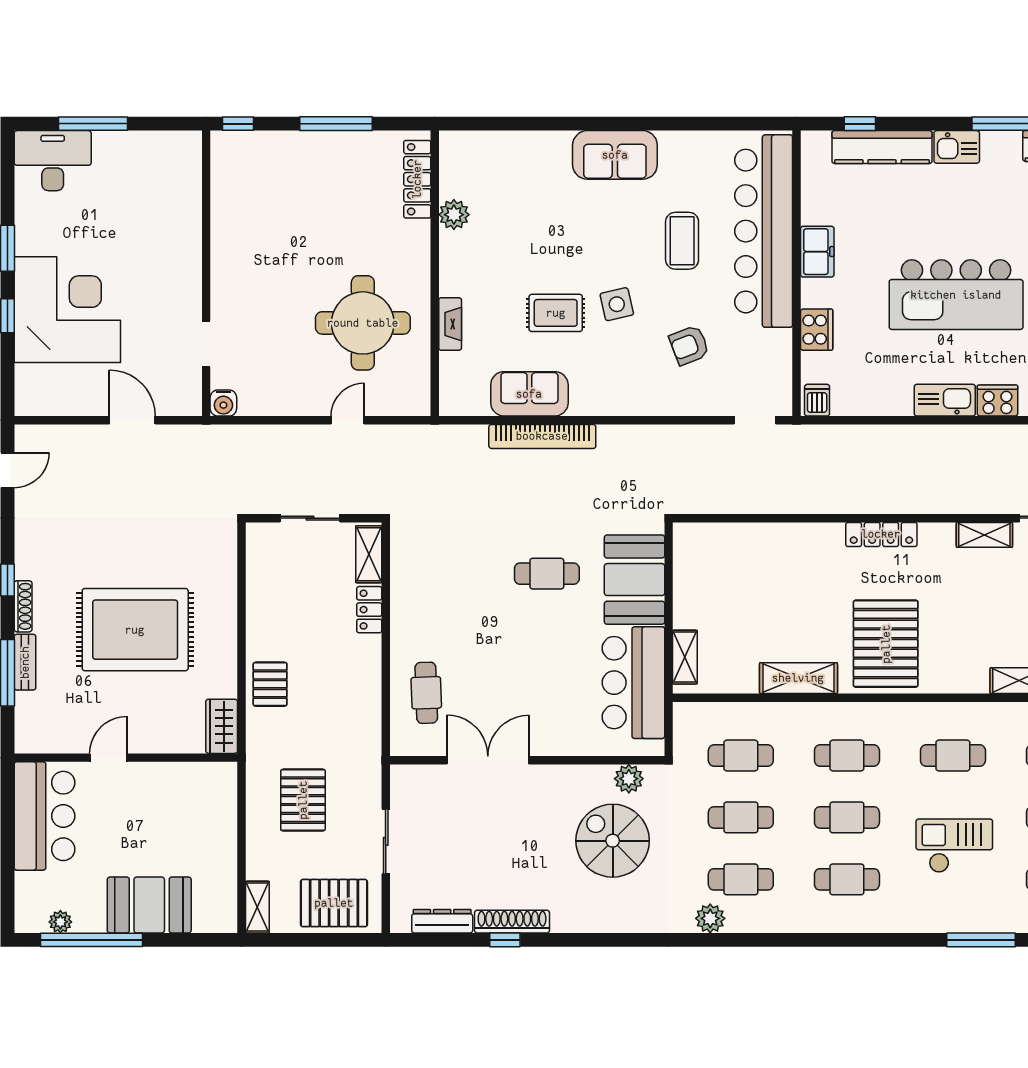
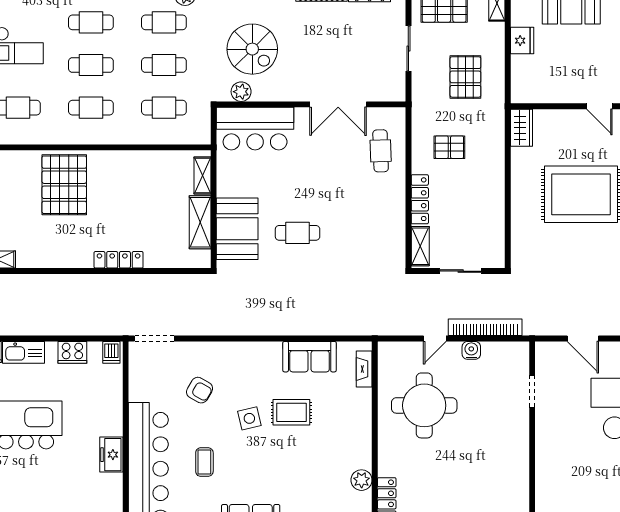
coffee table: (682, 241) -> (204, 462), width x0.73, depth x0.77
fireplace: (450, 324) -> (364, 369), moved
cooker: (817, 330) -> (72, 352), moved, turned -90
armchair: (689, 345) -> (200, 390), turned 51
water cooler: (223, 403) -> (471, 350), moved
doorway: (755, 420) -> (154, 338), width x1.38
bookcase: (542, 436) -> (485, 327), moved
locker: (881, 534) -> (119, 260), moved
locker: (369, 610) -> (420, 199), width x1.53
shelving: (798, 678) -> (200, 222), moved, turned 90
bar counter: (633, 683) -> (255, 129), moved, turned 90
pallet: (270, 684) -> (449, 147), moved, turned 90
door: (108, 758) -> (599, 106), hinge flipped
fridge: (221, 853) -> (522, 41), added

